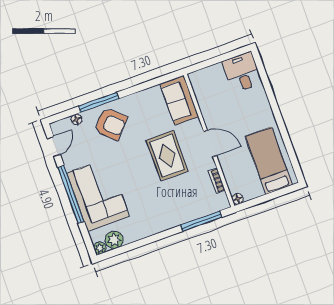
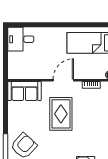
rug: (167, 156) -> (61, 114), turned 90

